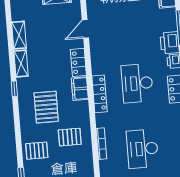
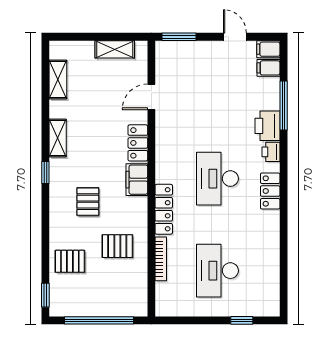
shelving: (19, 35) -> (58, 79), moved
locker: (99, 94) -> (164, 209), moved
pallet: (46, 107) -> (88, 202), width x0.67, depth x0.71

